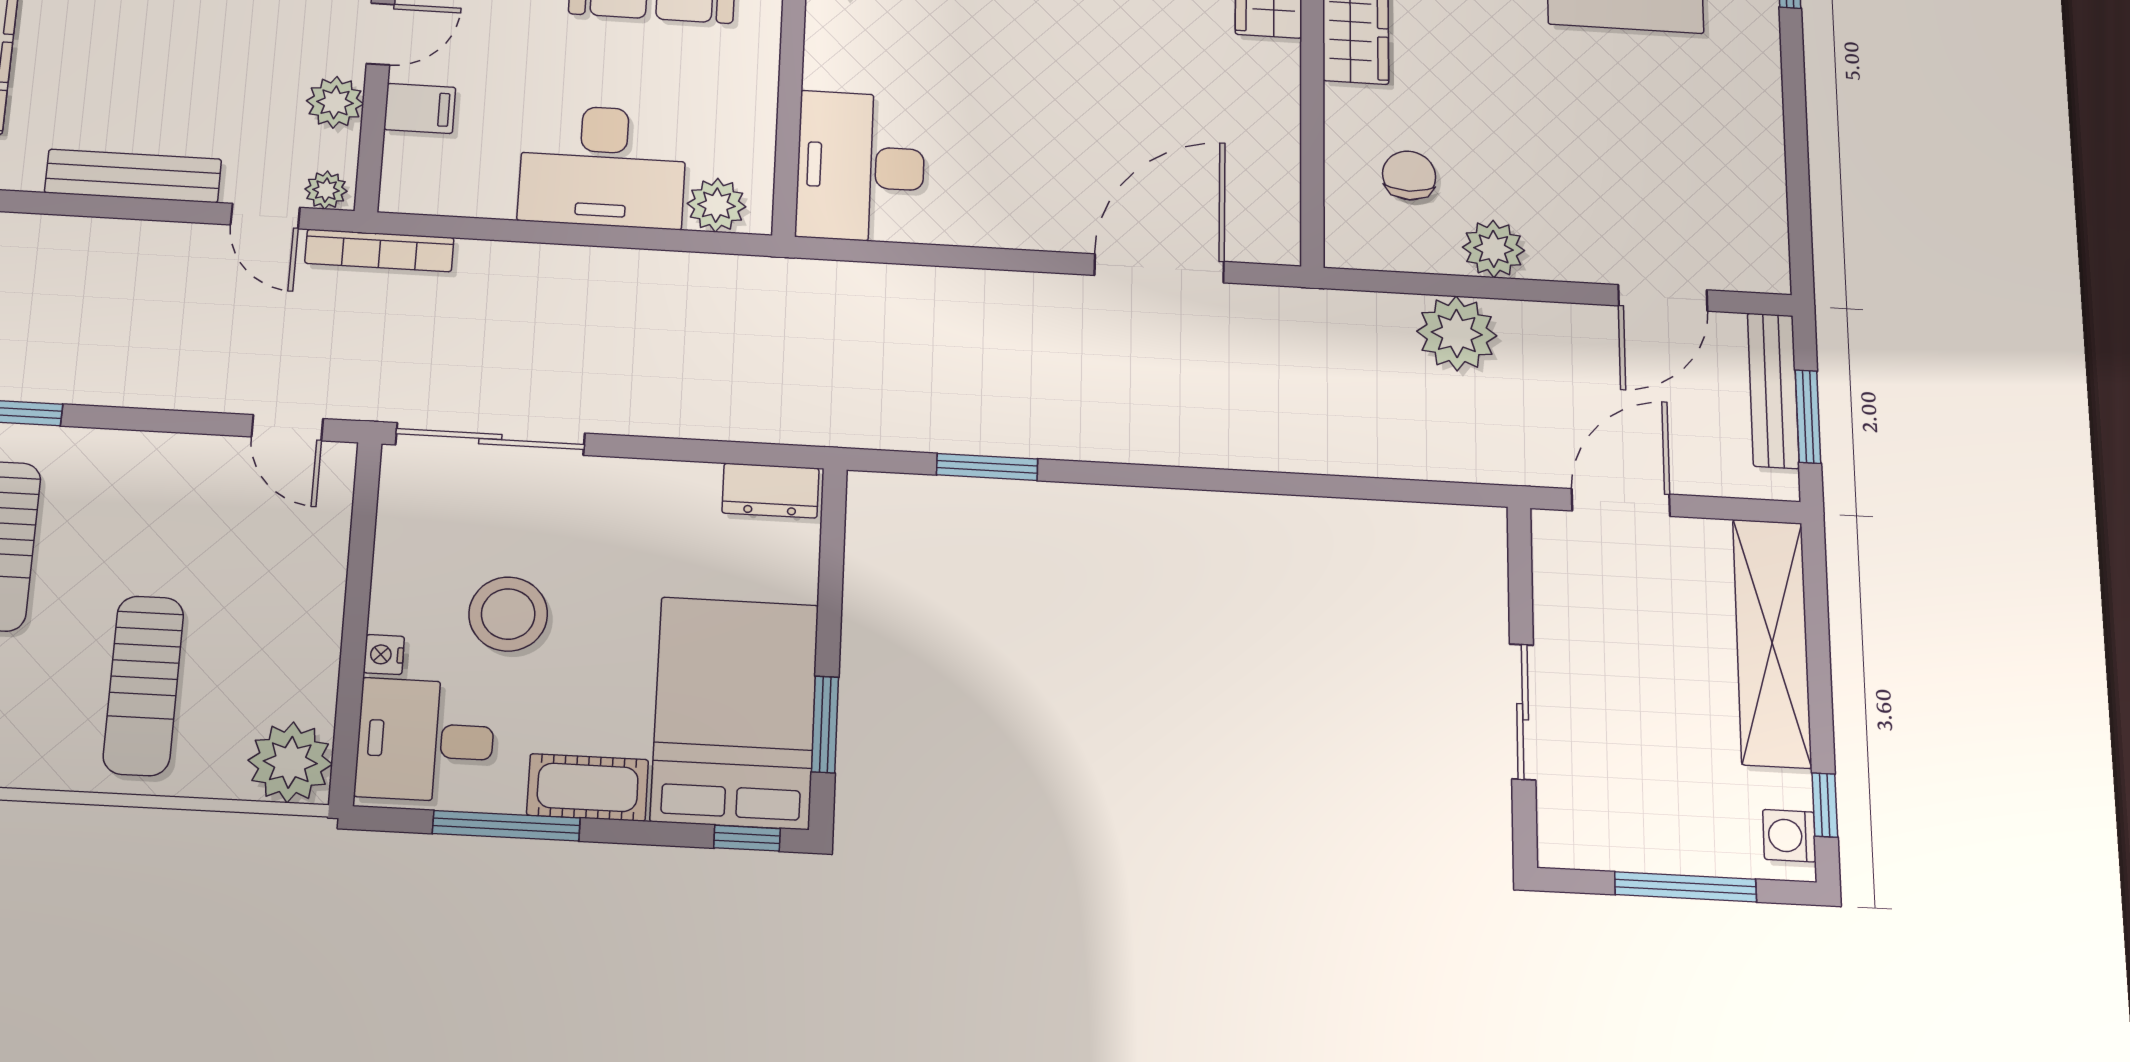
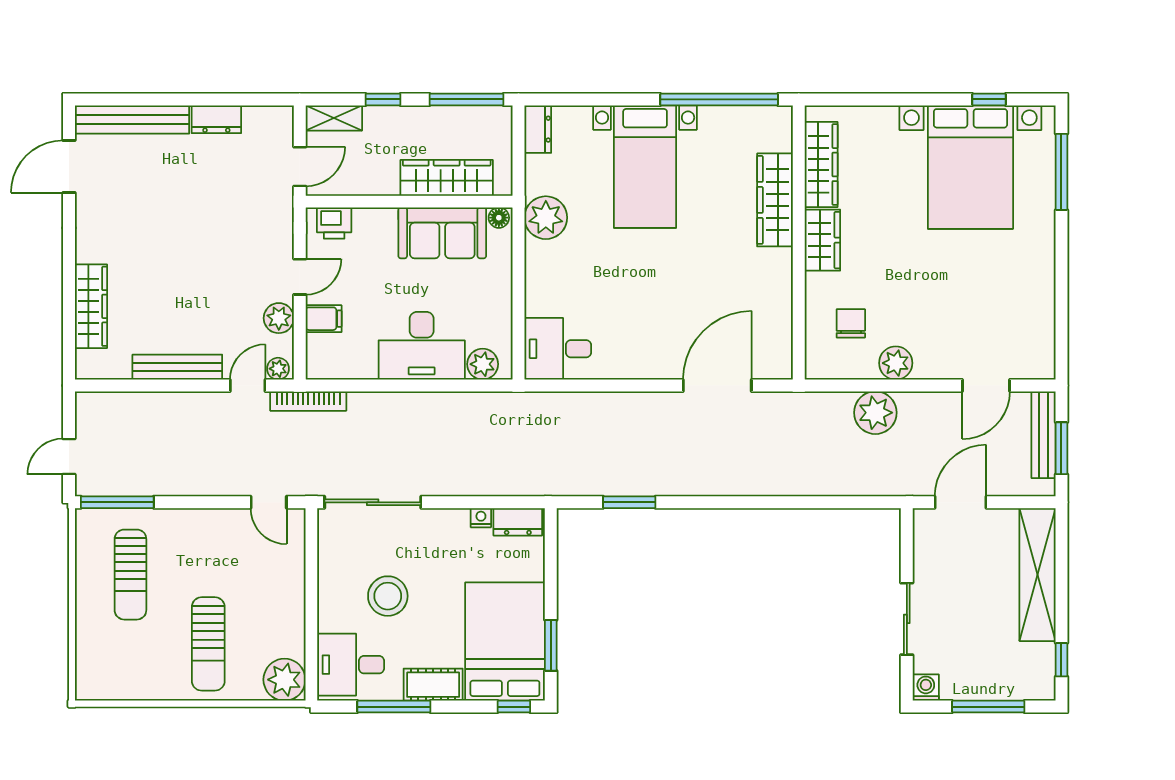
desk: (861, 167) -> (558, 349), width x0.73
door: (265, 216) -> (248, 386), swing flipped
nightstand: (384, 655) -> (481, 518), moved, turned 90
washing machine: (1789, 836) -> (926, 688), moved, turned 90

